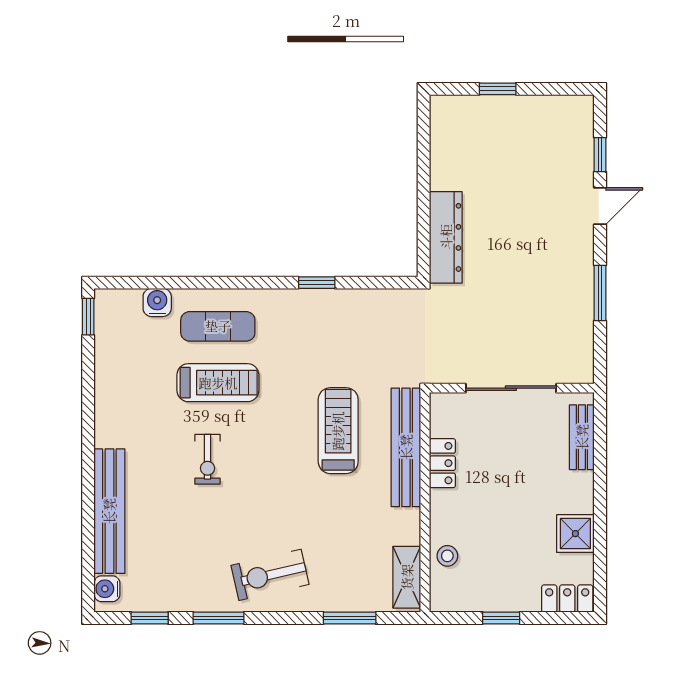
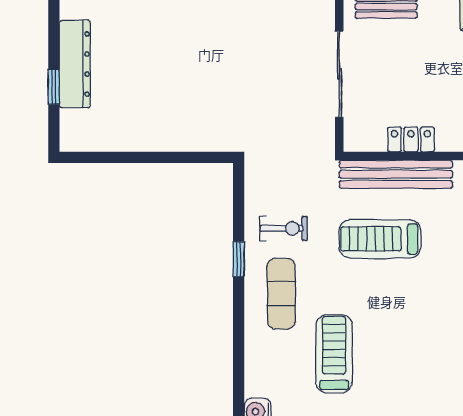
dresser: (446, 237) -> (75, 64), moved, turned 90
exercise mat: (218, 326) -> (281, 294), moved
exercise bike: (208, 459) -> (284, 228), moved

